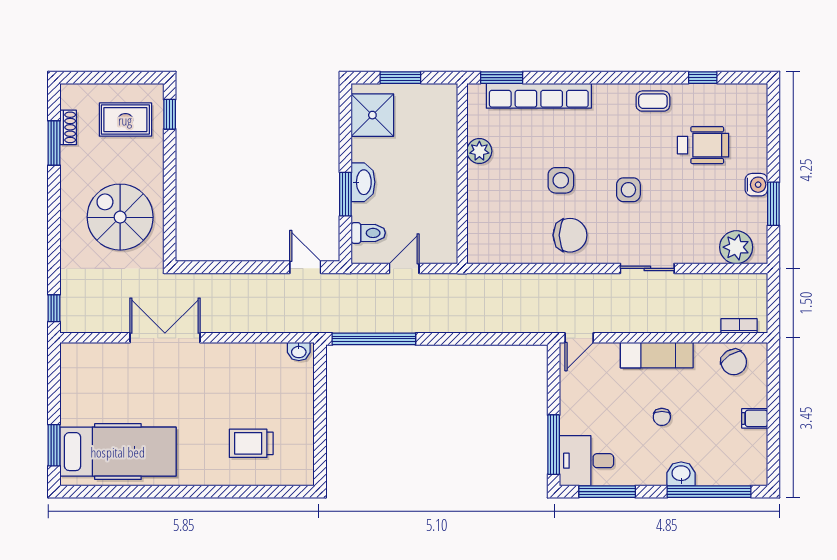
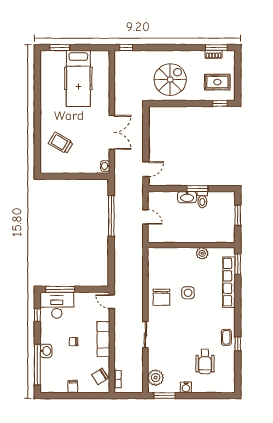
window: (703, 78) -> (238, 344), moved
shower: (372, 115) -> (220, 202), removed
rug: (125, 120) -> (217, 82), turned 90
window: (54, 143) -> (216, 48), moved
side table: (628, 190) -> (183, 325), removed
window: (345, 194) -> (197, 189), moved
window: (773, 204) -> (165, 396), moved
toilet: (368, 233) -> (202, 200), moved
double door: (165, 338) -> (112, 132), moved
window: (374, 339) -> (111, 216), moved
trolley: (251, 443) -> (61, 143), turned -60
hospital bed: (118, 452) -> (78, 78), moved
desk: (586, 461) -> (57, 305), width x1.37
window: (607, 492) -> (37, 315), width x0.46

